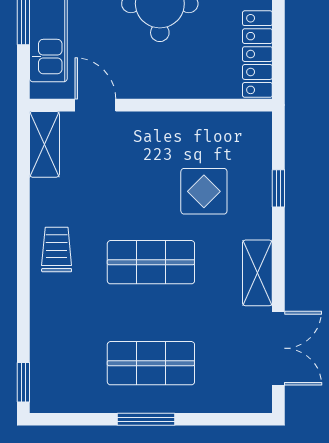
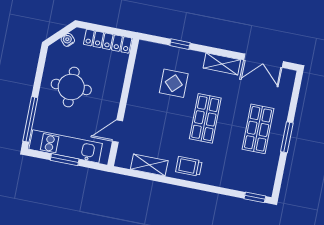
shelving: (44, 144) -> (149, 165), moved
double door: (278, 348) -> (263, 61), swing flipped

